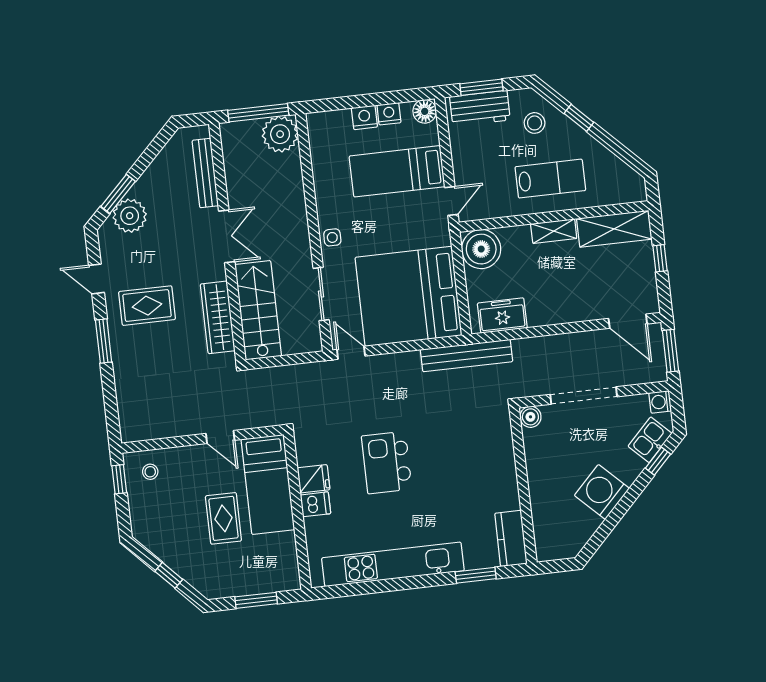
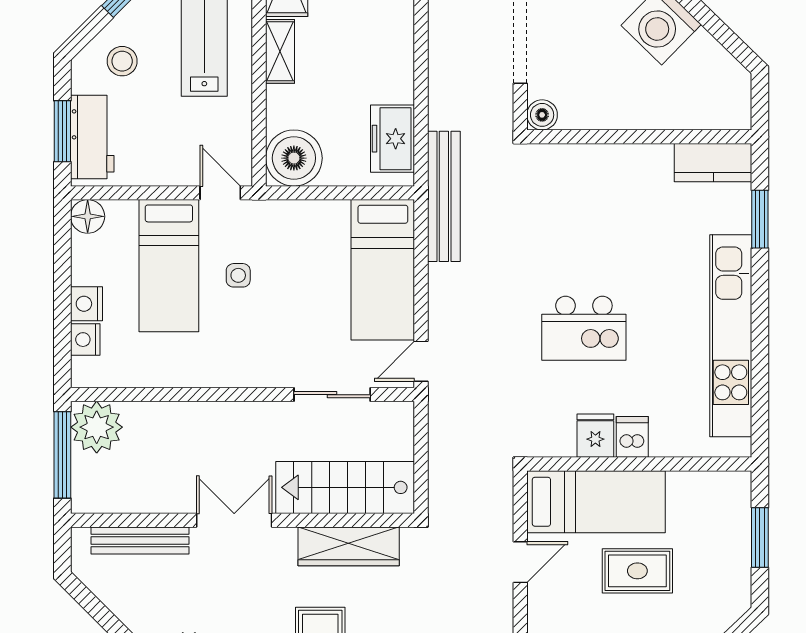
nightstand: (389, 114) -> (85, 340), moved
side table: (332, 237) -> (238, 275), moved
bed: (409, 296) -> (383, 270), width x0.49

